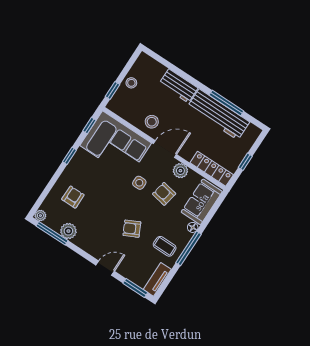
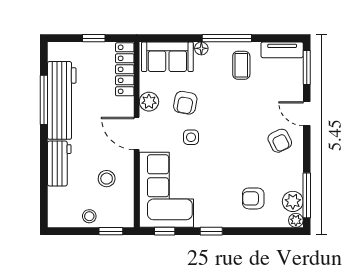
stool: (152, 122) -> (107, 179), moved
armchair: (132, 229) -> (280, 141), moved
plant: (68, 231) -> (293, 201), moved

